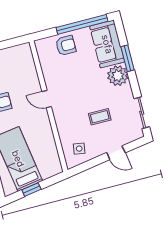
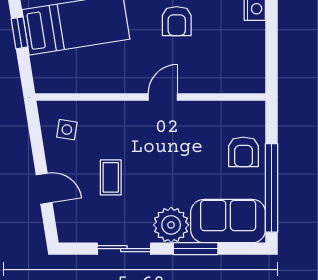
sliding door: (142, 113) -> (124, 249), moved
door: (116, 153) -> (44, 189), swing flipped

